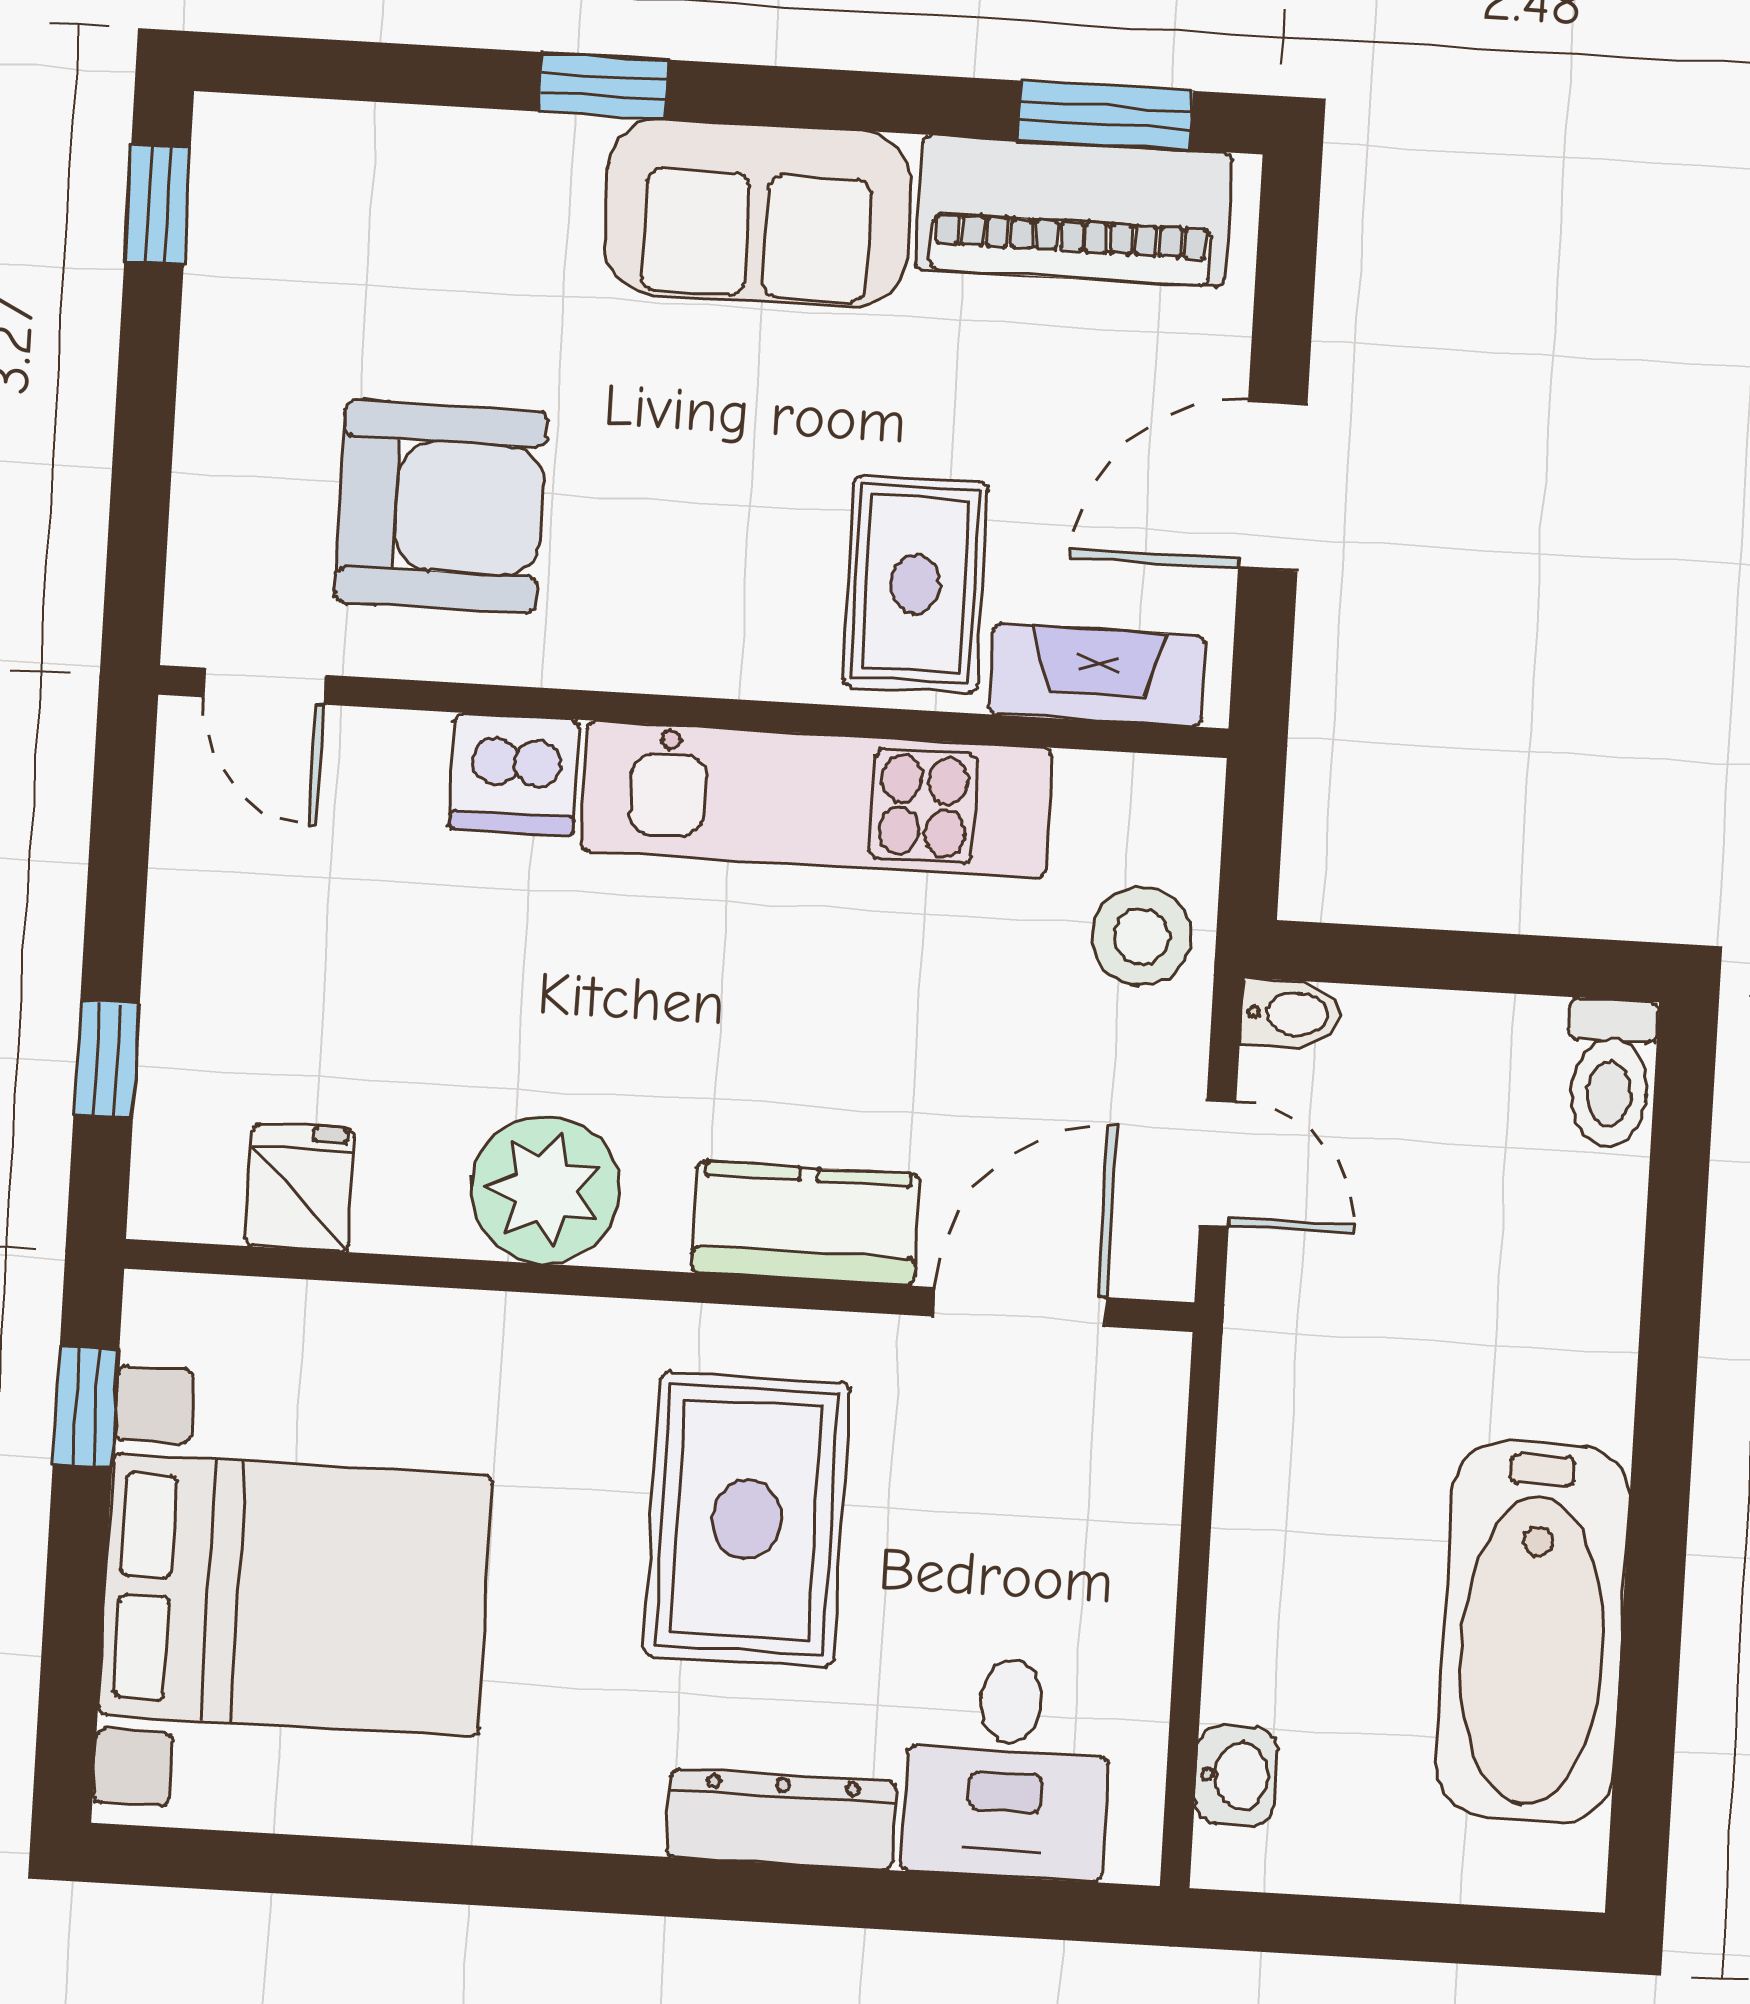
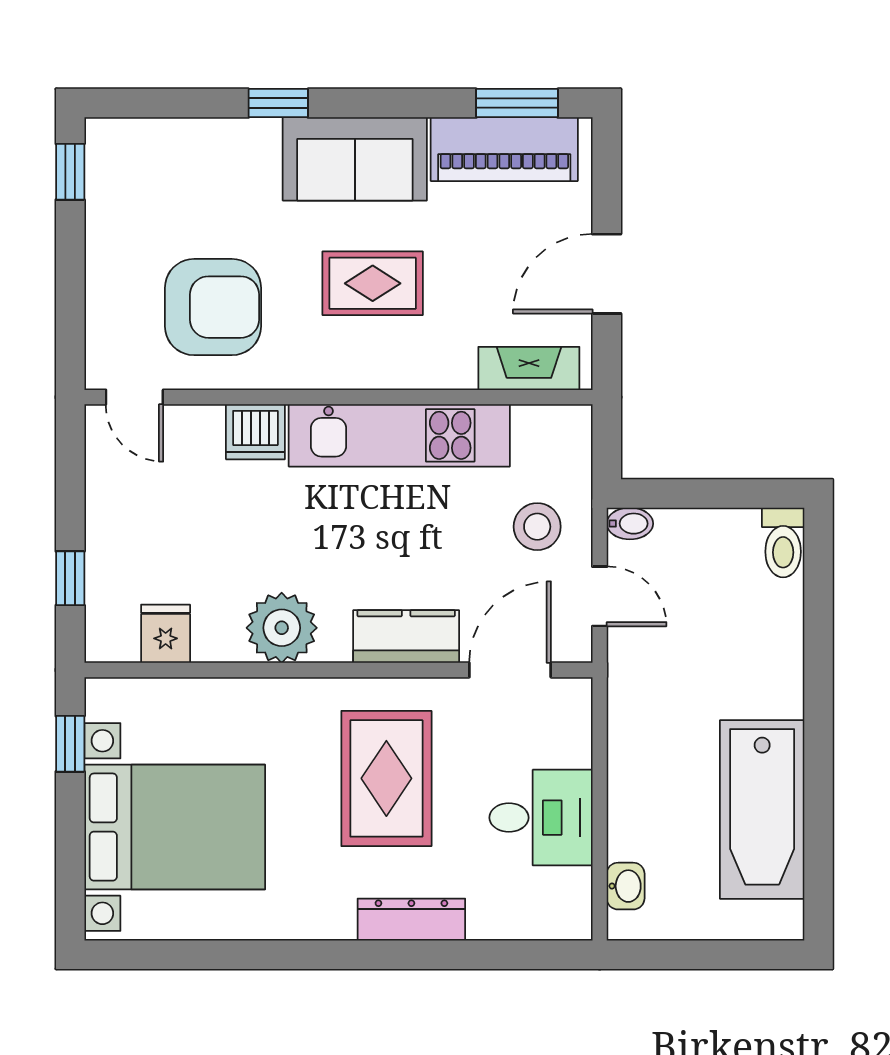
rug: (915, 584) -> (373, 283), moved, turned 90
stool: (1141, 936) -> (537, 527), moved
desk: (1007, 1768) -> (541, 818), moved, turned -90

